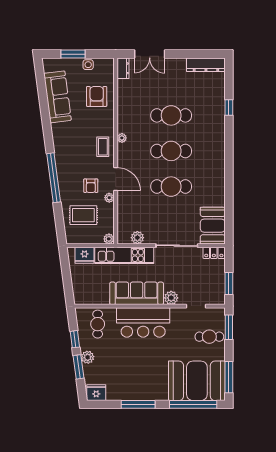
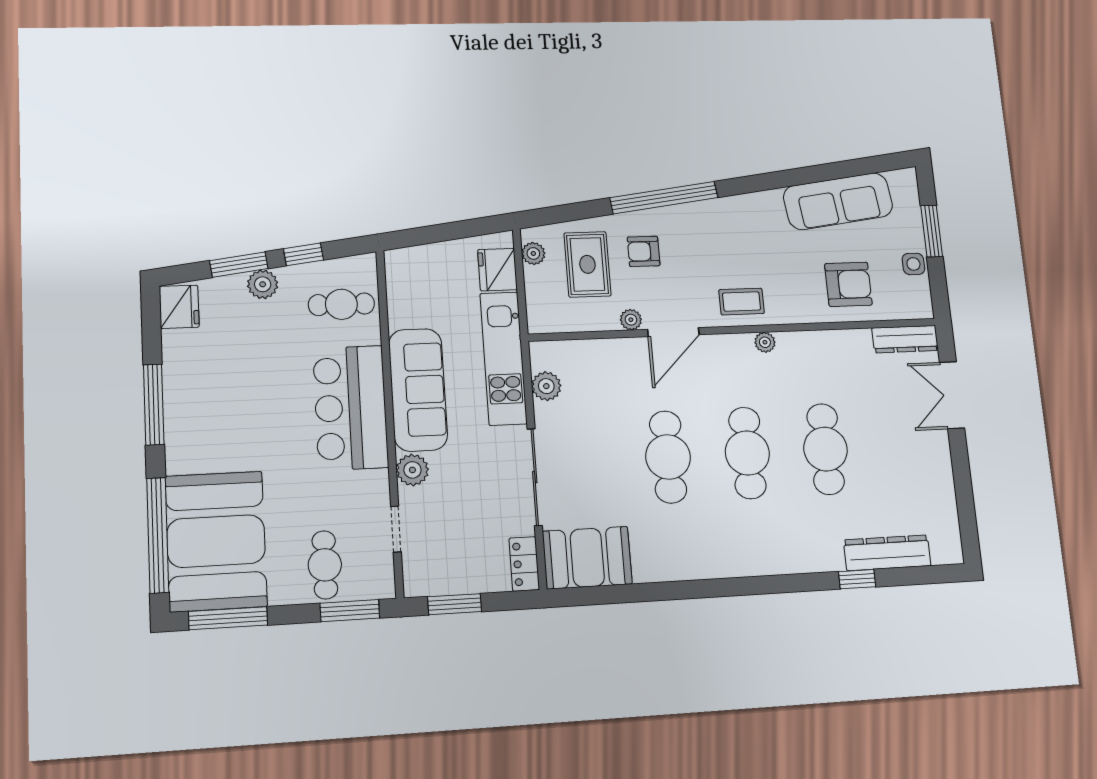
dresser: (206, 65) -> (887, 553), moved, turned 90
dresser: (123, 68) -> (905, 339), width x1.44
armchair: (91, 186) -> (644, 251), moved
plant: (109, 239) -> (533, 253), moved

